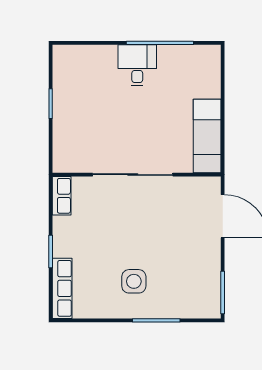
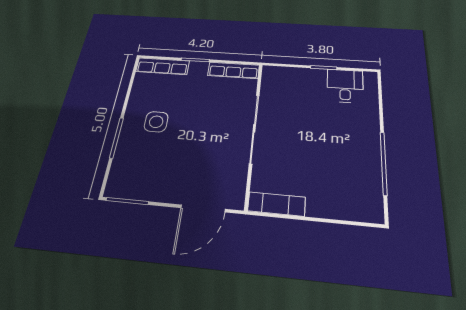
desk: (137, 65) -> (345, 86), moved, turned -90
exam couch: (207, 136) -> (276, 204), width x0.73, depth x0.69
row of seats: (62, 196) -> (234, 70), width x1.48

